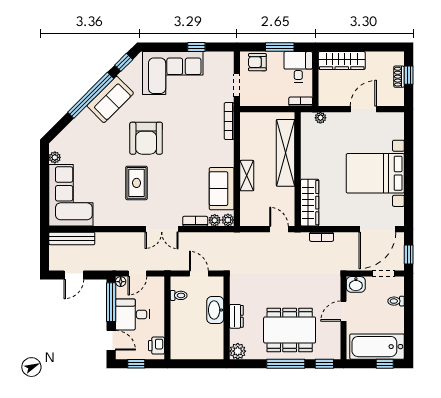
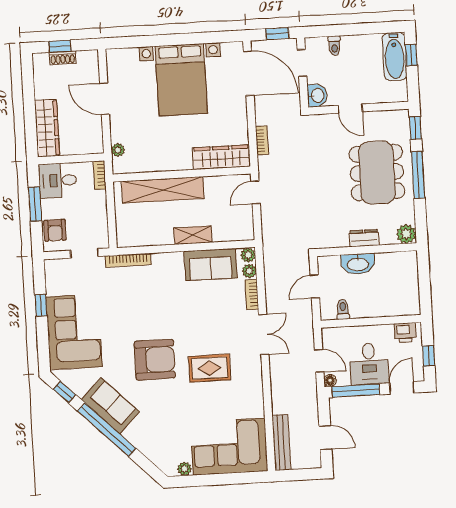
bathtub: (377, 347) -> (395, 57), width x0.73, depth x0.73

